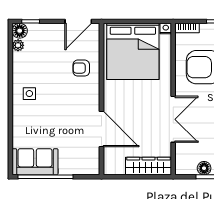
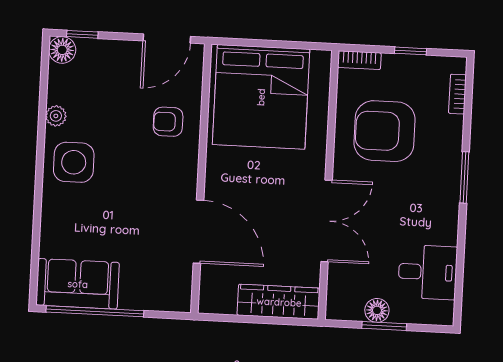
nightstand: (166, 28) -> (322, 59), removed
plant: (18, 45) -> (56, 116), moved
side table: (29, 94) -> (74, 162), width x1.87, depth x1.87

